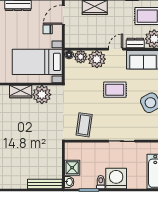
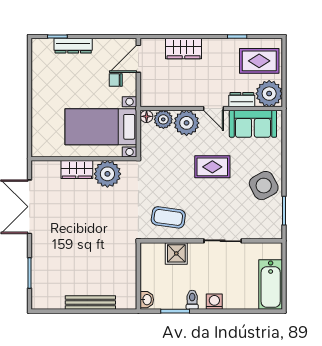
door: (116, 49) -> (213, 109), swing flipped
coffee table: (84, 125) -> (168, 217), turned 90
shower: (72, 168) -> (176, 253), moved
washing machine: (116, 179) -> (214, 302), width x0.53, depth x0.53
bench: (45, 184) -> (90, 303), moved

